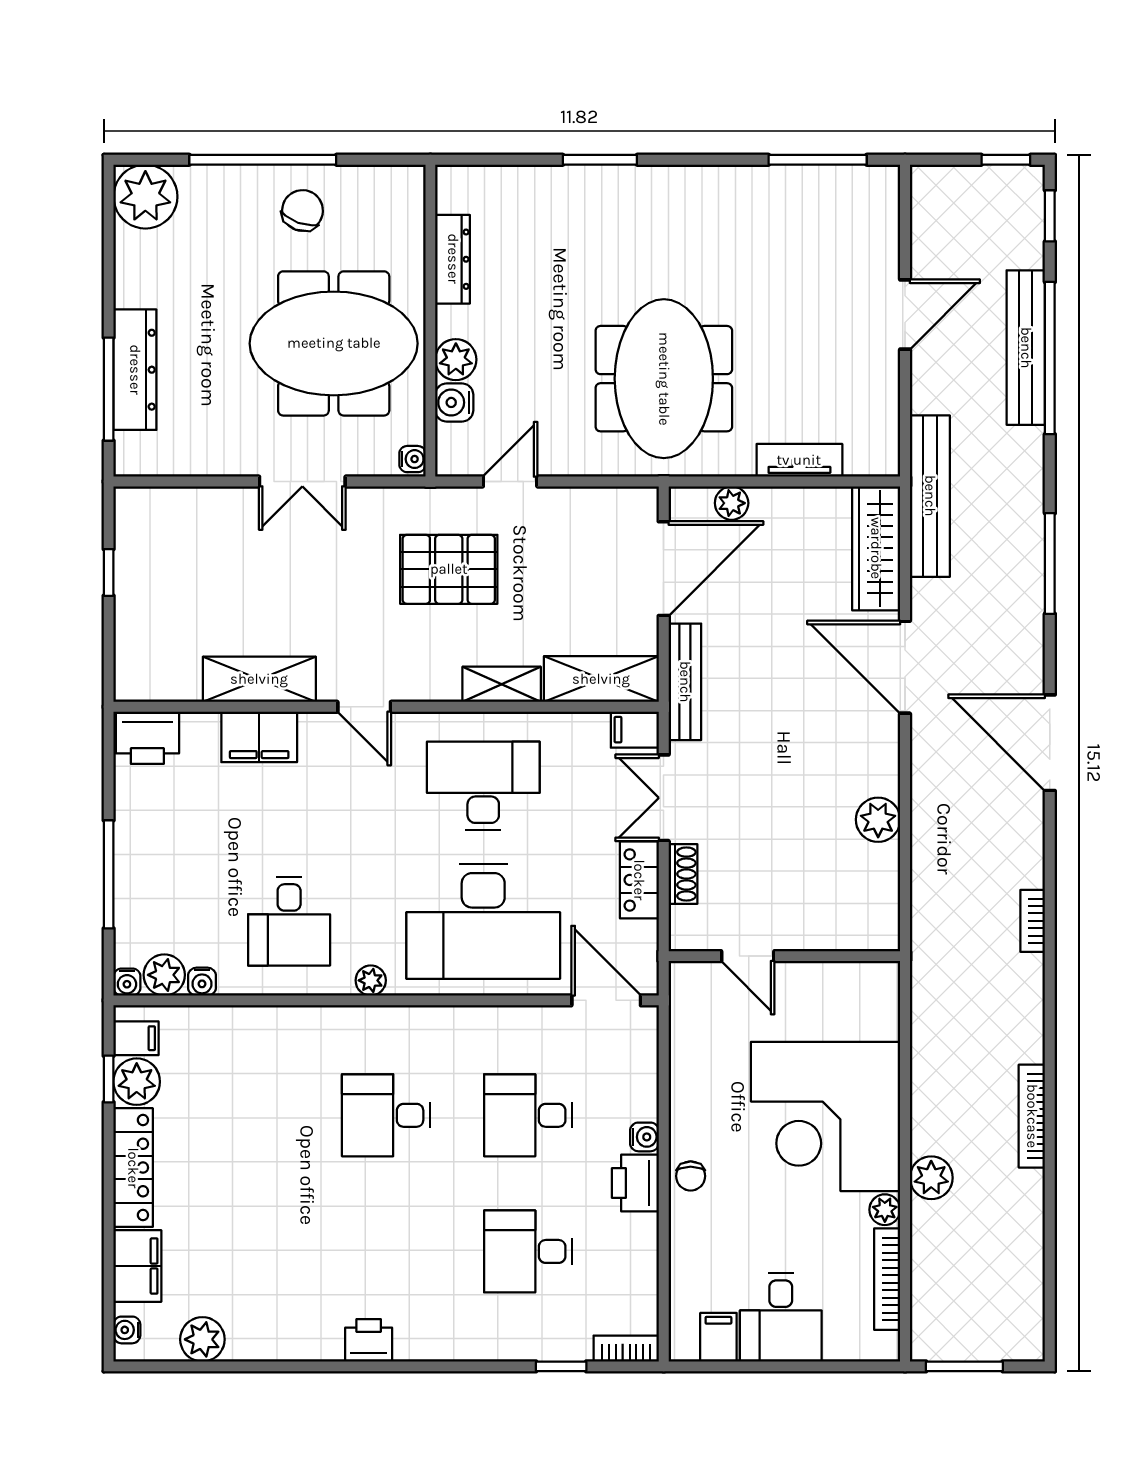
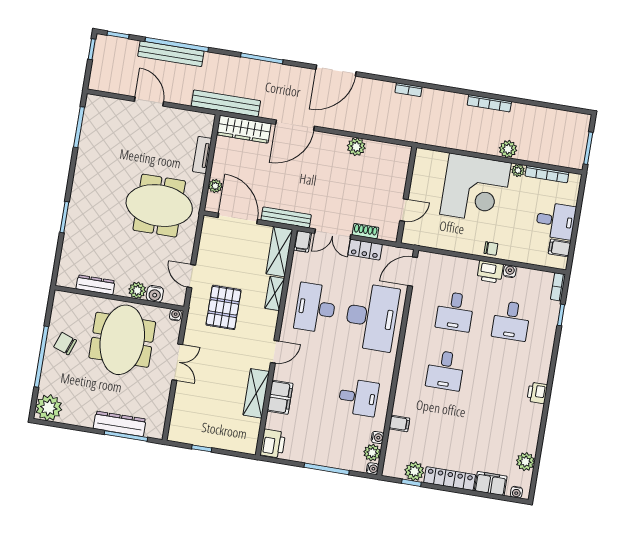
plant: (371, 980) -> (388, 368), removed
filing cabinet: (136, 1038) -> (399, 423), moved, turned 90
water cooler: (644, 1137) -> (510, 271), moved

